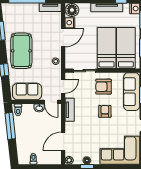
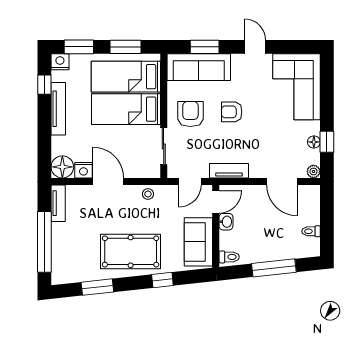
door: (63, 86) -> (190, 181), swing flipped
armchair: (104, 87) -> (190, 114), turned 180
window: (10, 126) -> (274, 268), moved

